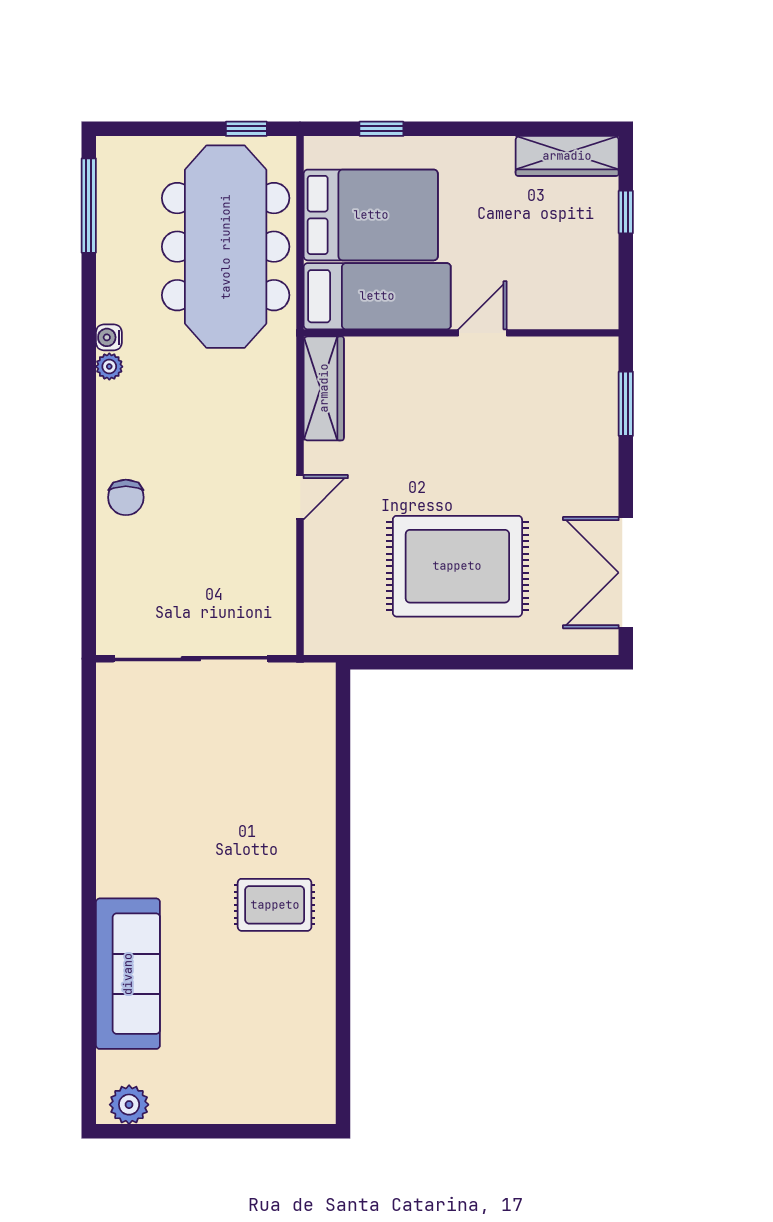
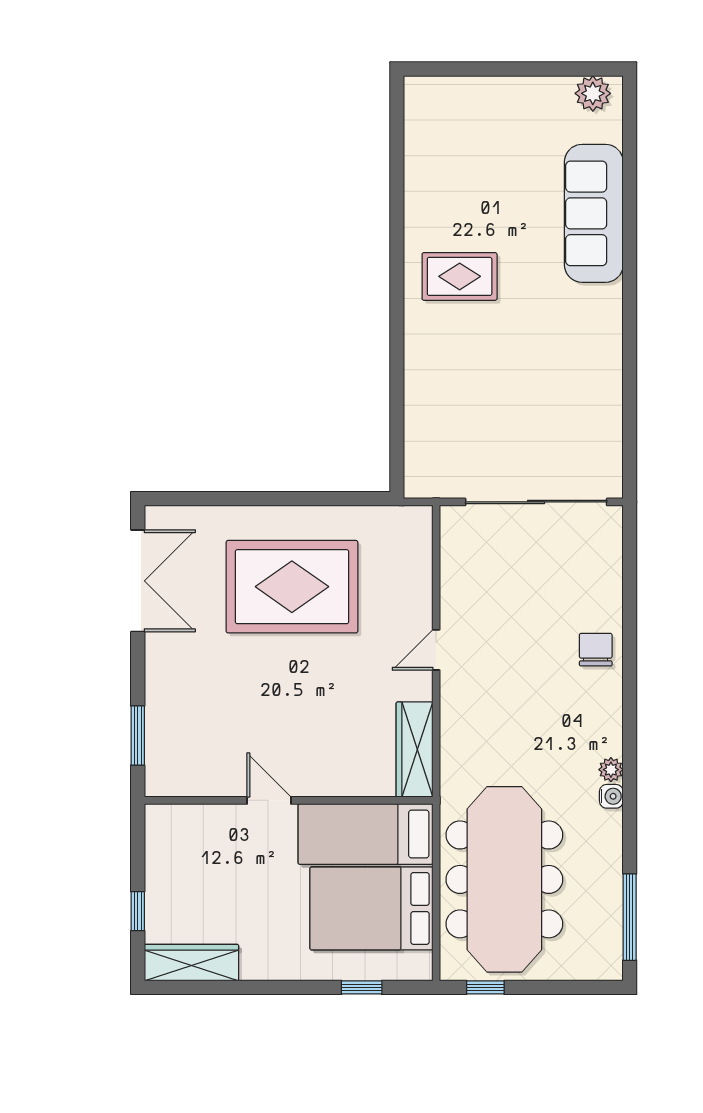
door: (483, 333) -> (269, 800), swing flipped

